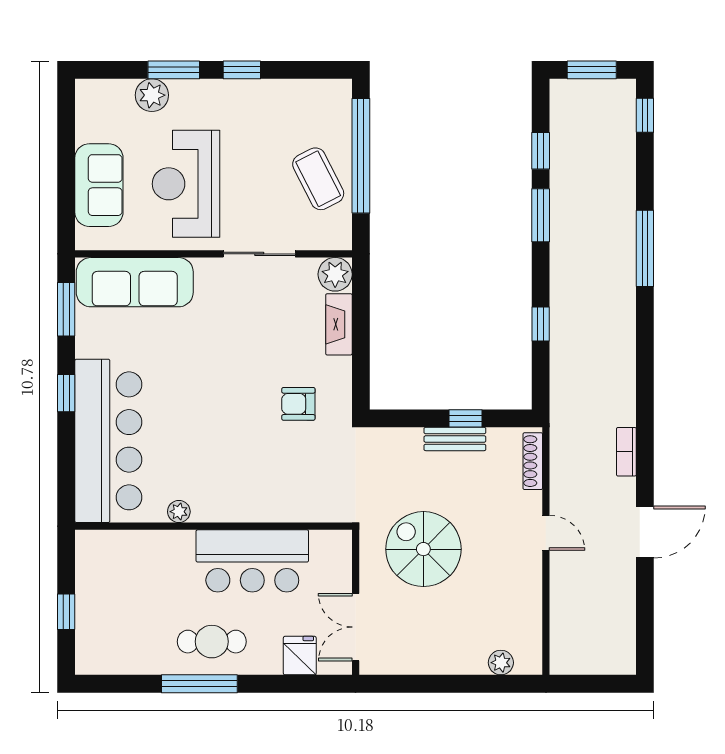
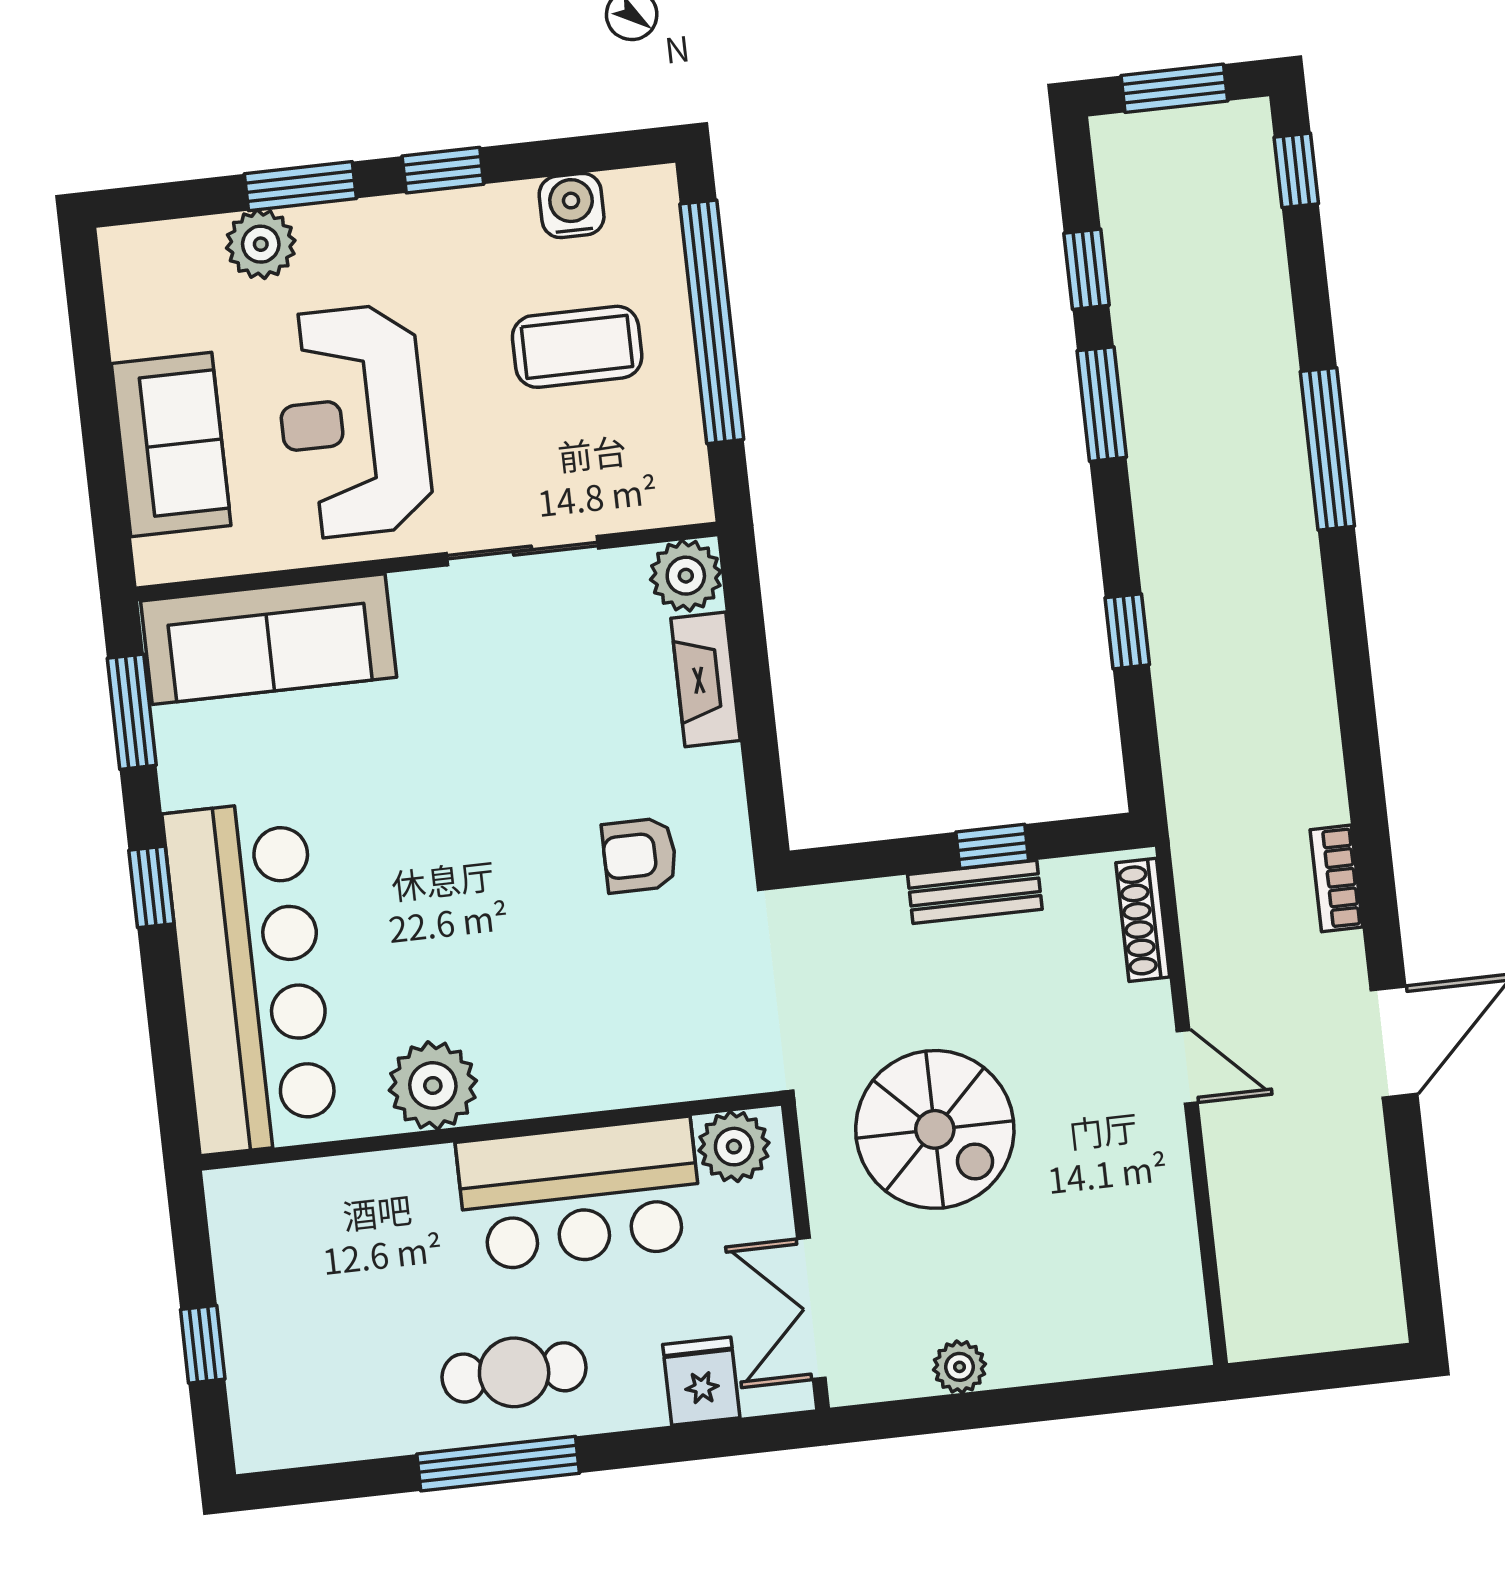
water cooler: (301, 93) -> (572, 205), added
coffee table: (318, 179) -> (577, 347), moved, turned -63
plant: (179, 512) -> (433, 1086), width x1.88, depth x1.88
plant: (328, 547) -> (734, 1147), added
spiral stairs: (423, 549) -> (935, 1129), turned 180
plant: (501, 663) -> (959, 1367), moved

